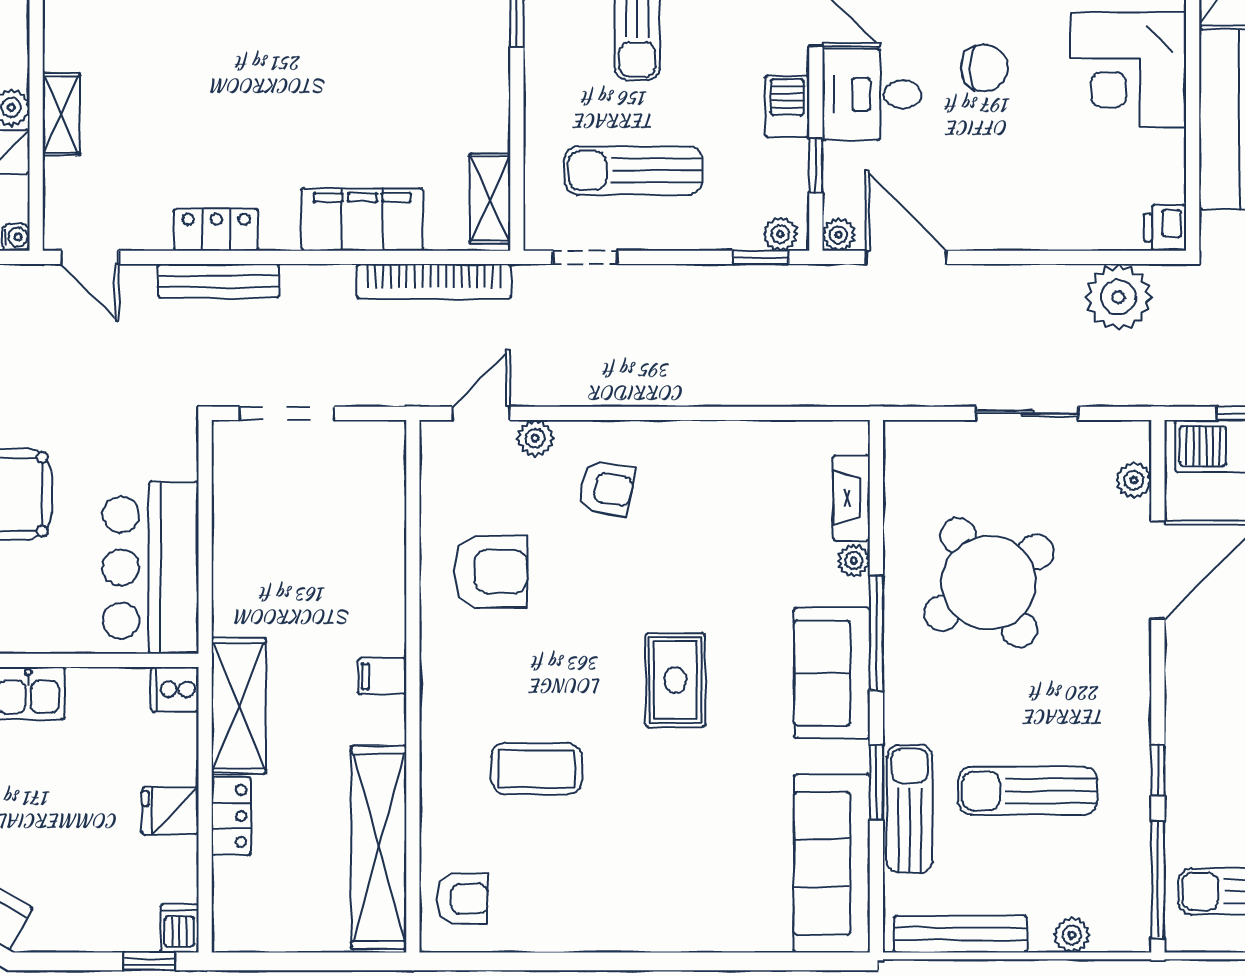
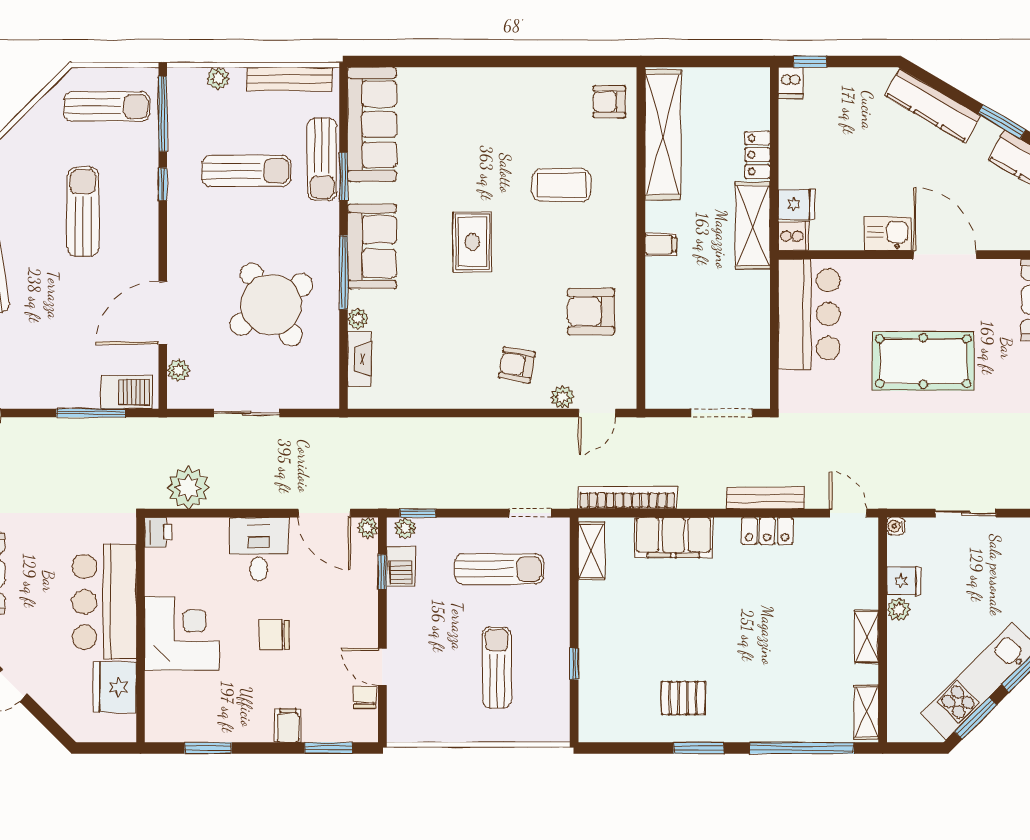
desk: (872, 94) -> (259, 549), moved, turned -90
barbecue: (787, 107) -> (401, 567), moved
shelving: (61, 114) -> (867, 636), moved
fridge: (170, 811) -> (797, 204), moved

